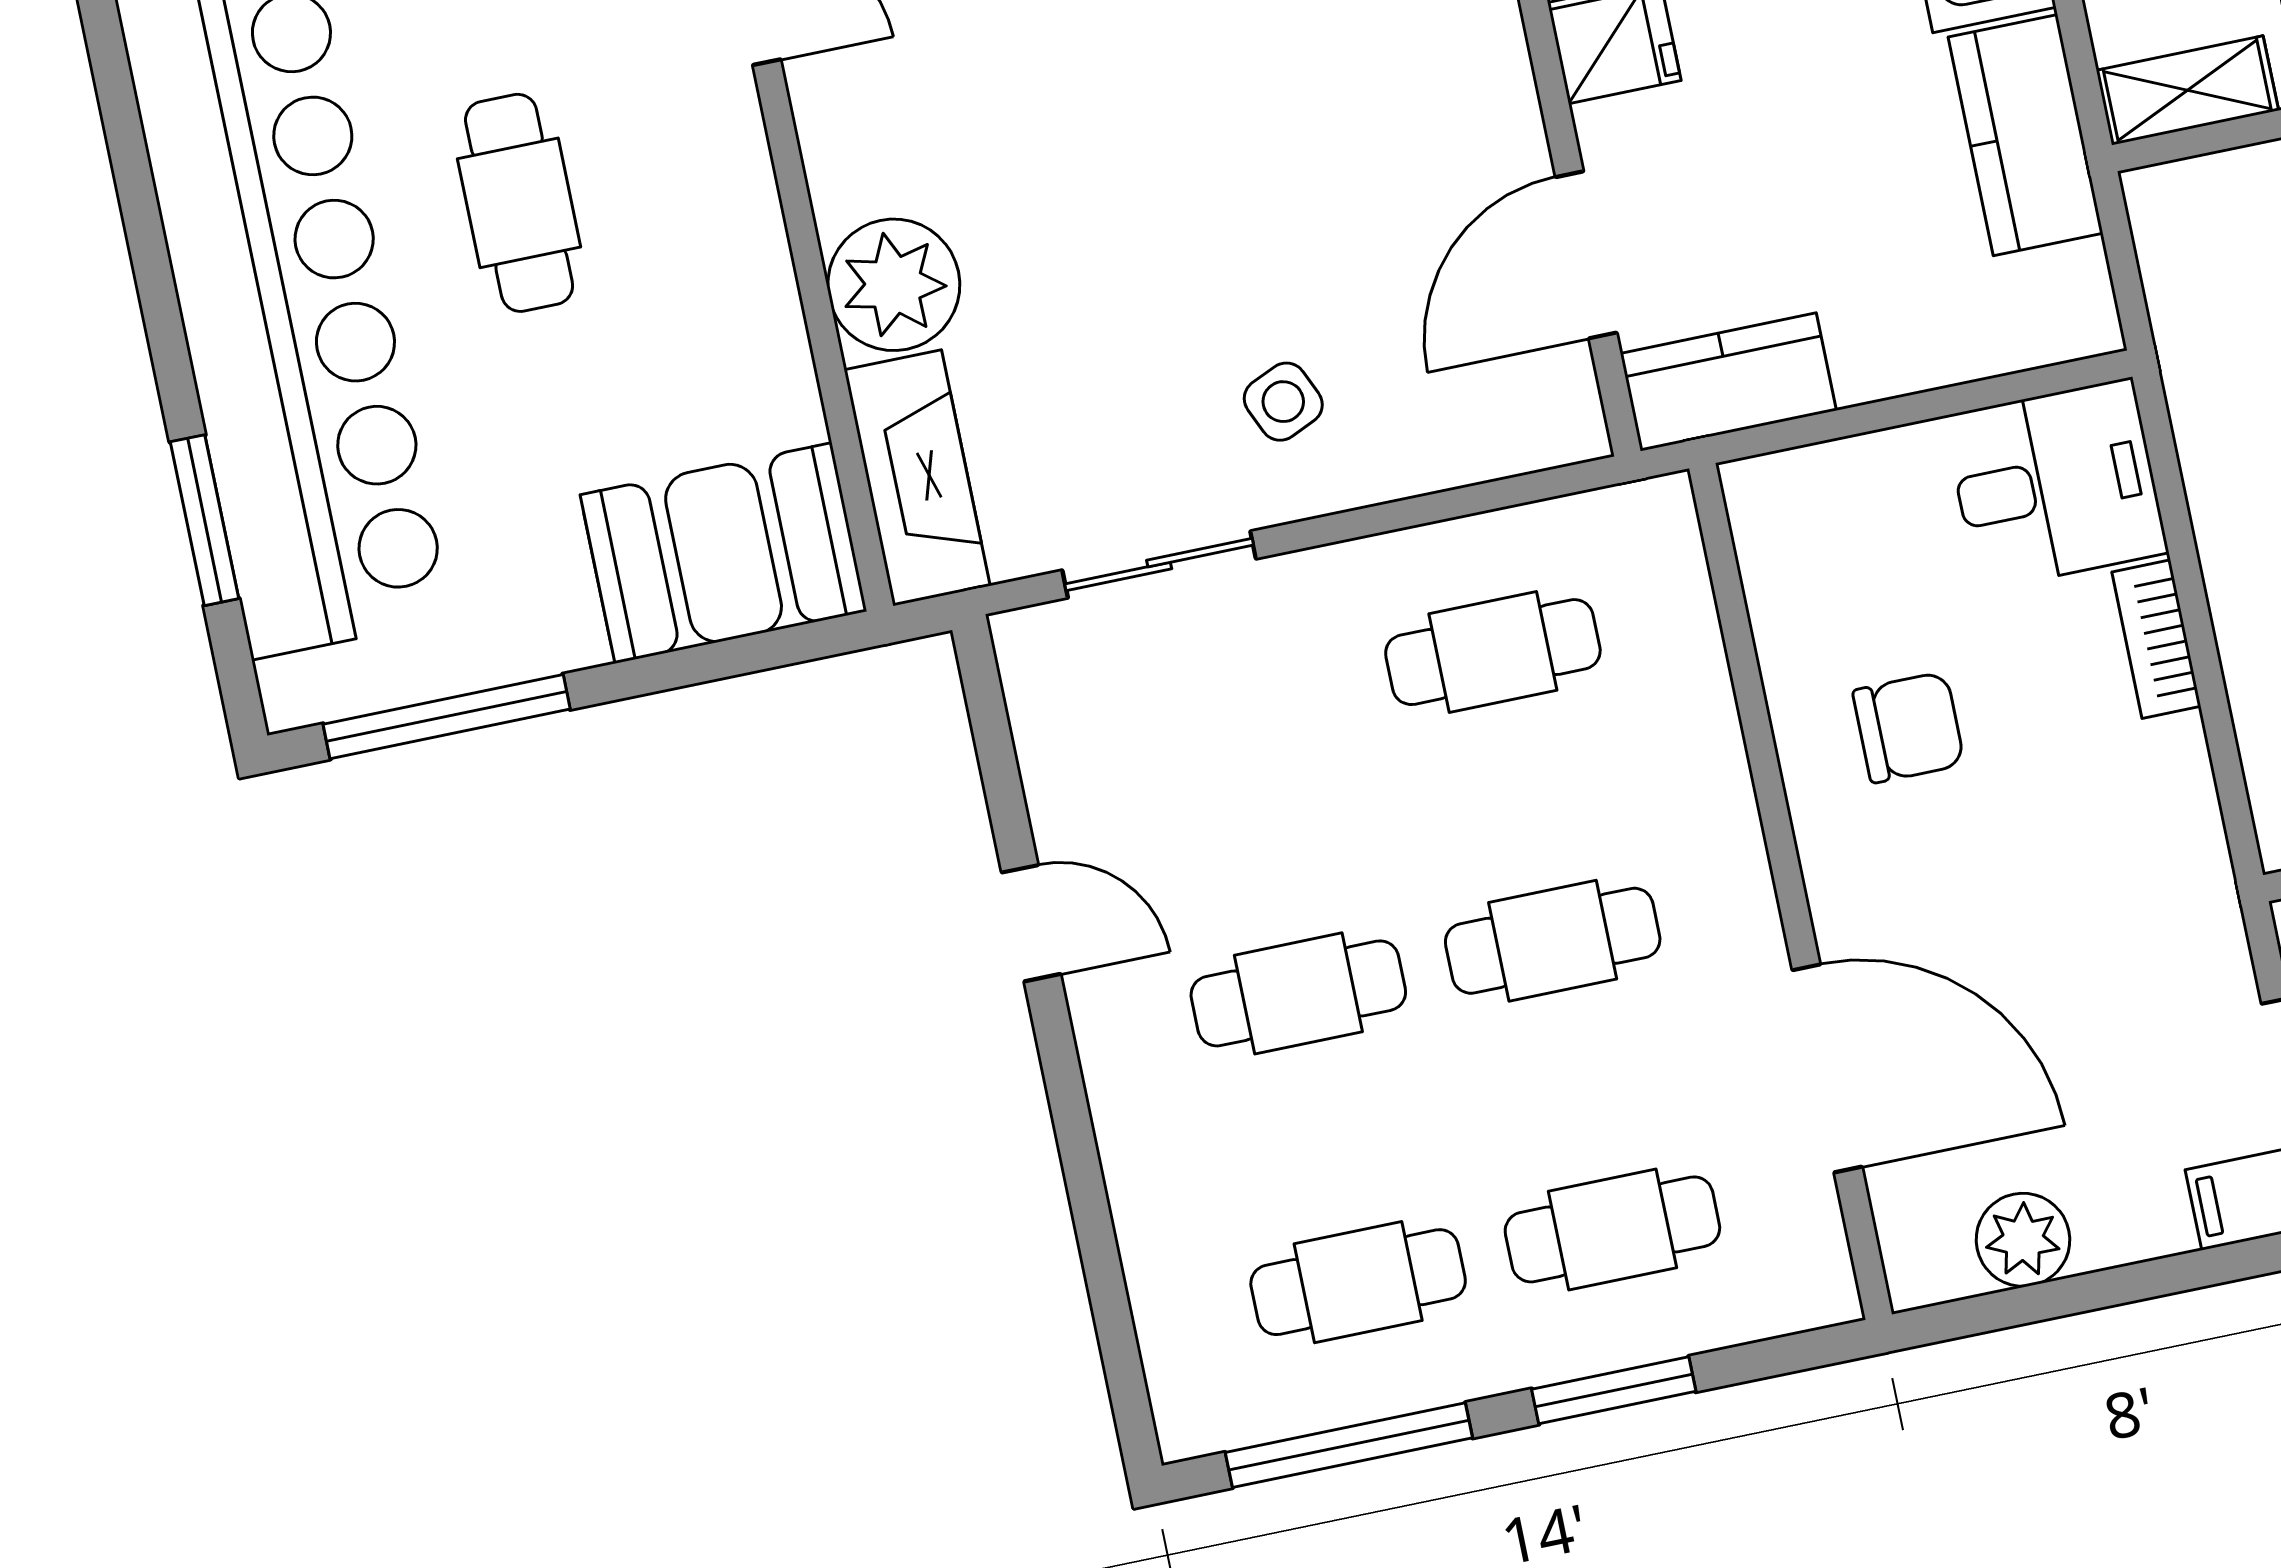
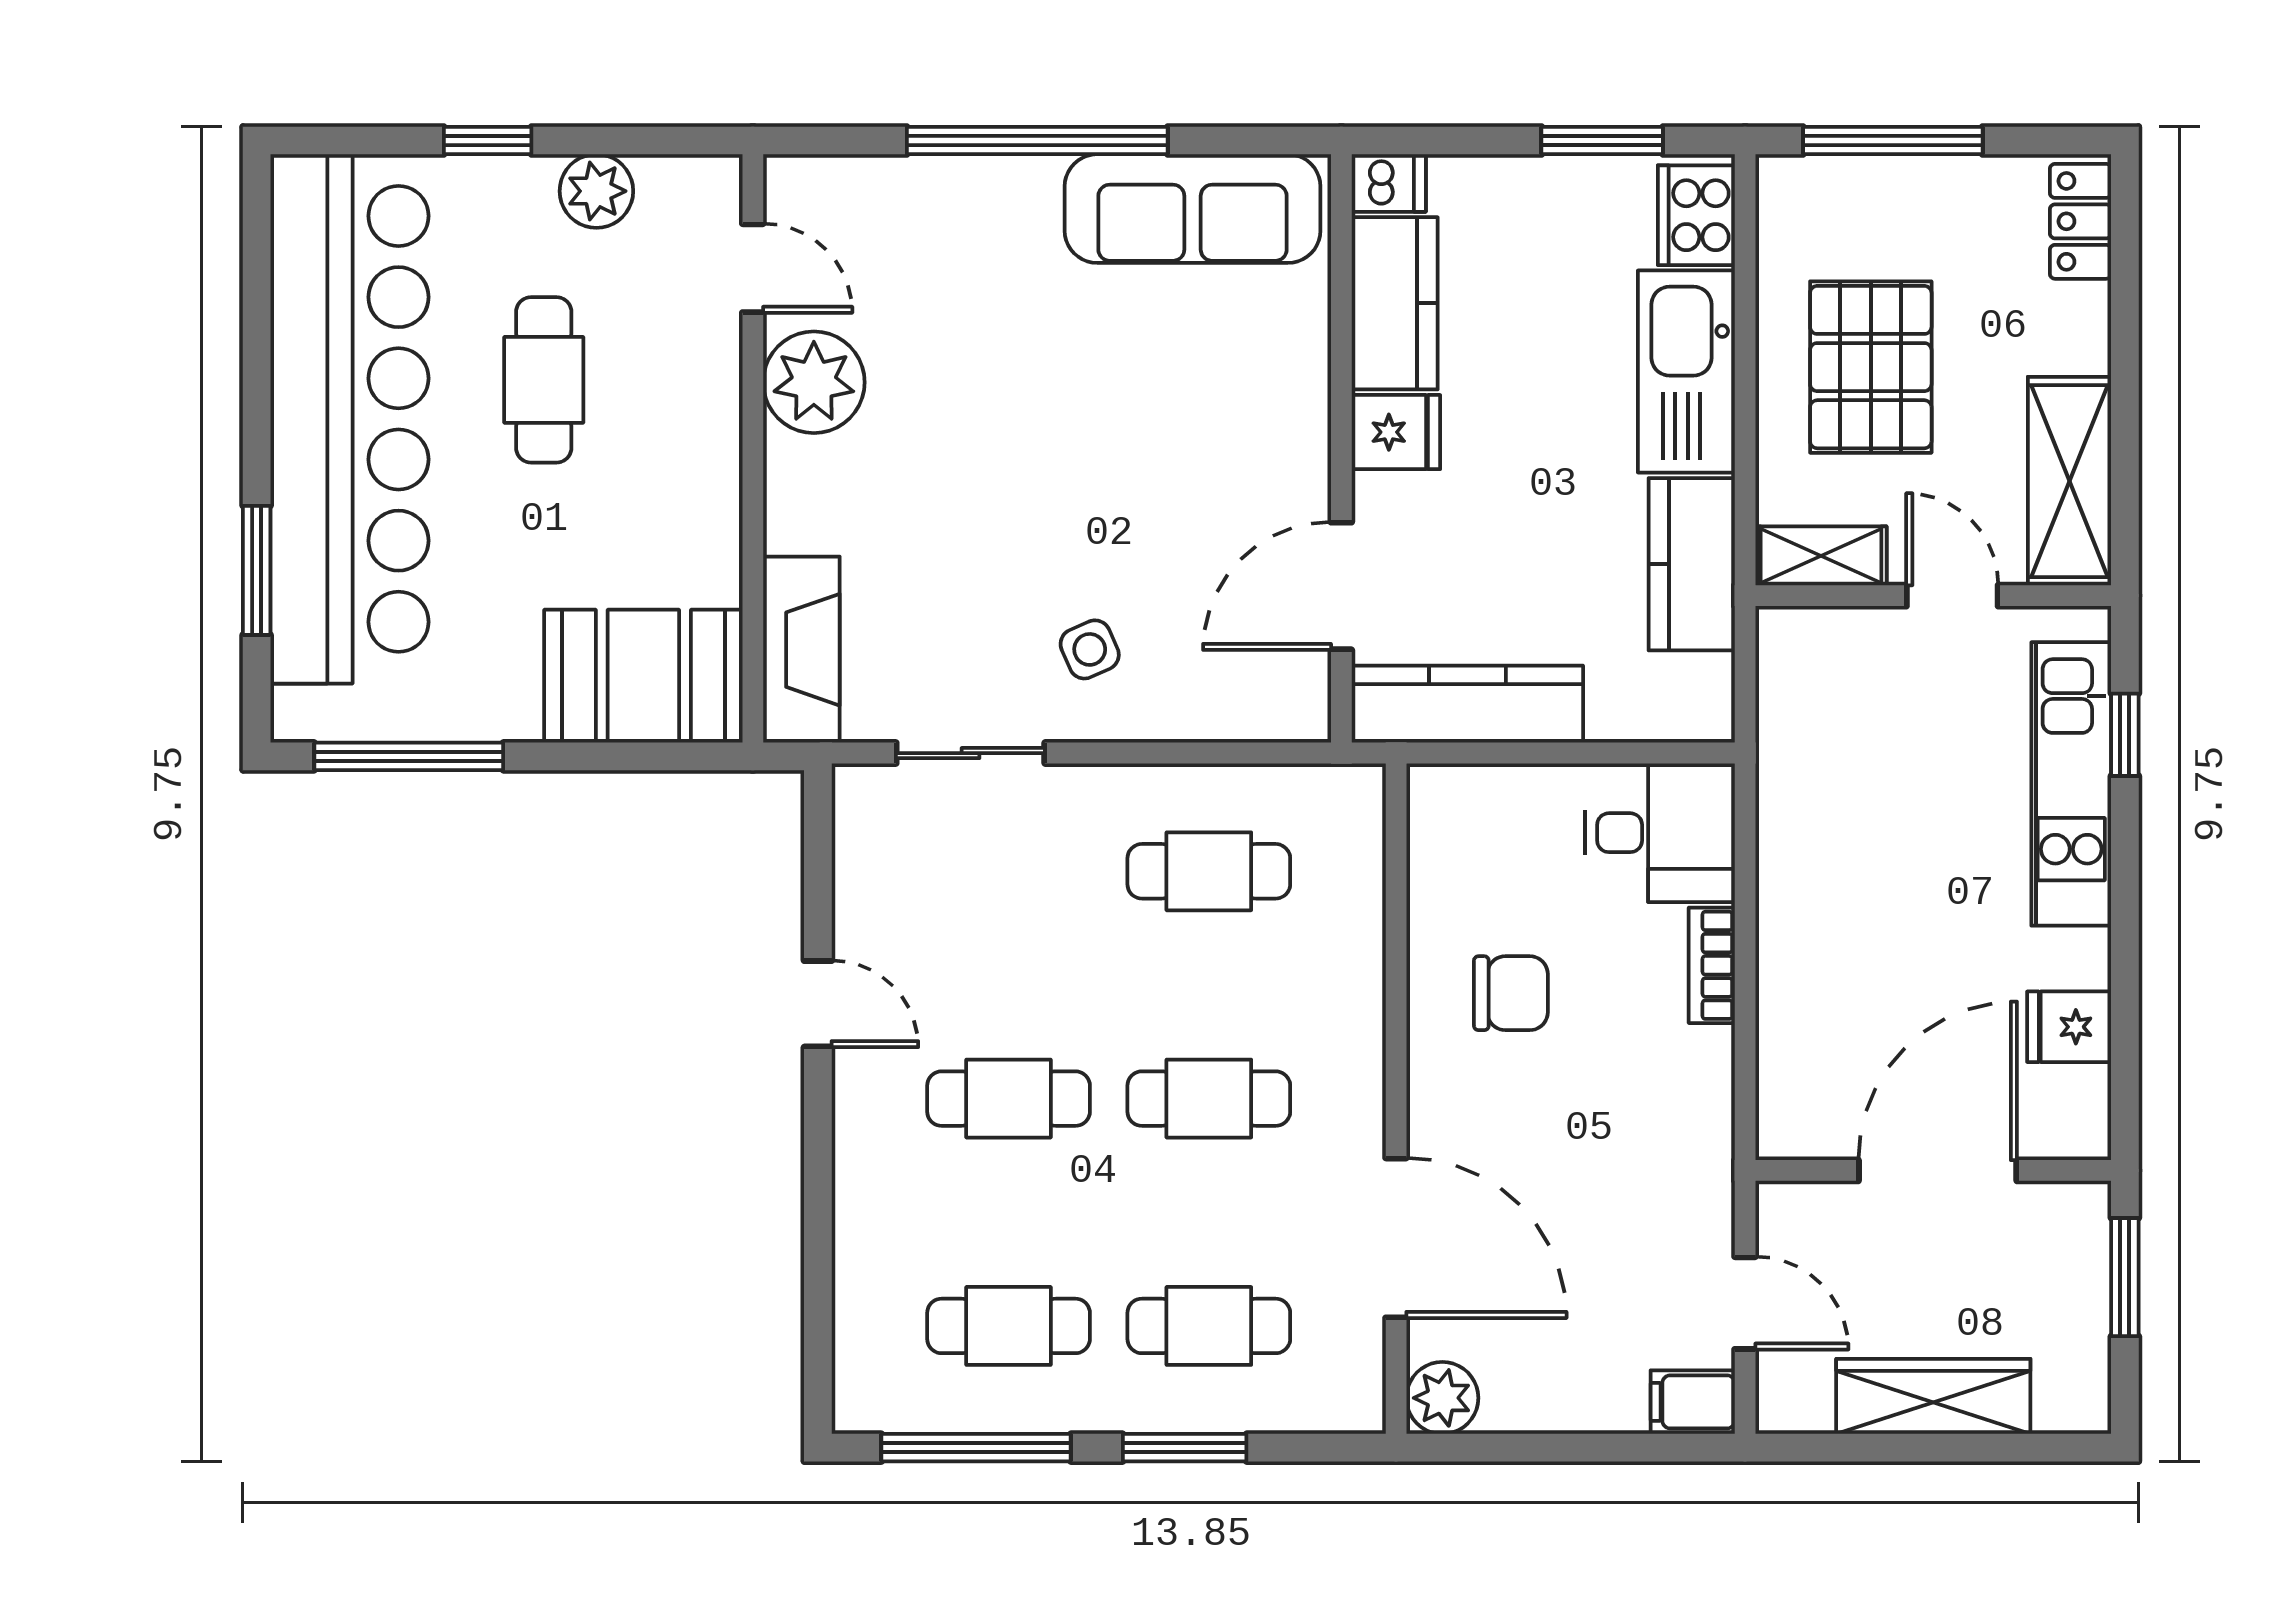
plant: (894, 285) -> (814, 382), moved
kitchen counter: (1728, 382) -> (1467, 704), width x1.50
plant: (2023, 1240) -> (1442, 1398), moved

